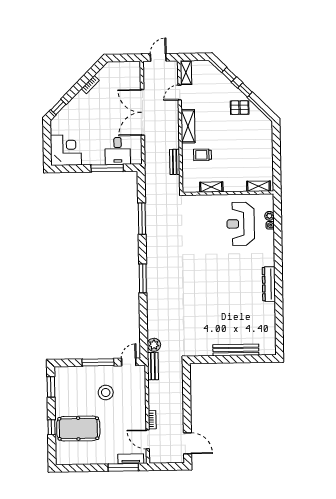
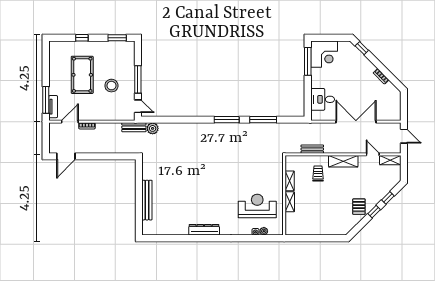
window: (107, 168) -> (308, 61), moved
shelving: (258, 186) -> (290, 202), moved
window: (143, 278) -> (227, 120), moved
pool table: (78, 429) -> (82, 75), moved

